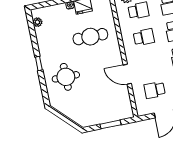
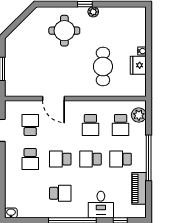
plant: (37, 22) -> (93, 12), moved
door: (127, 74) -> (54, 98), swing flipped

